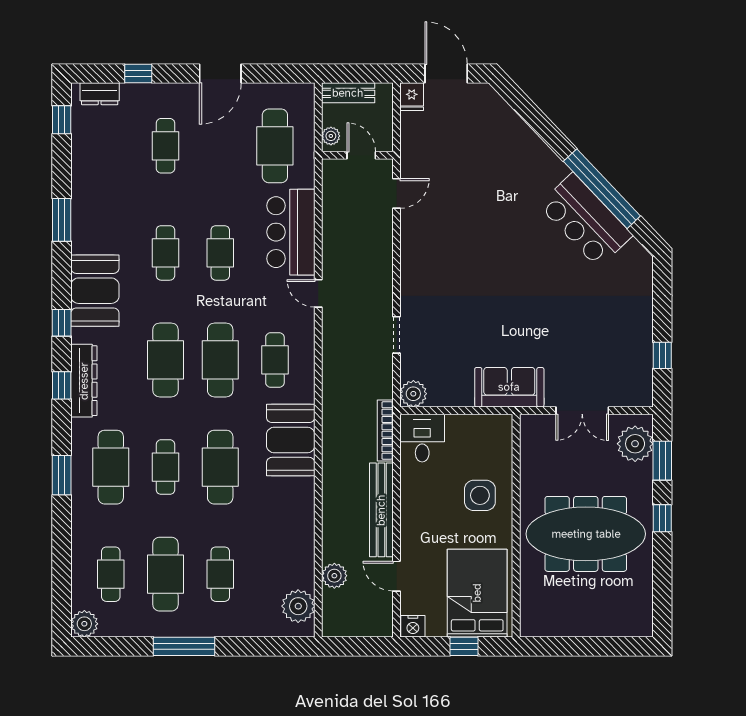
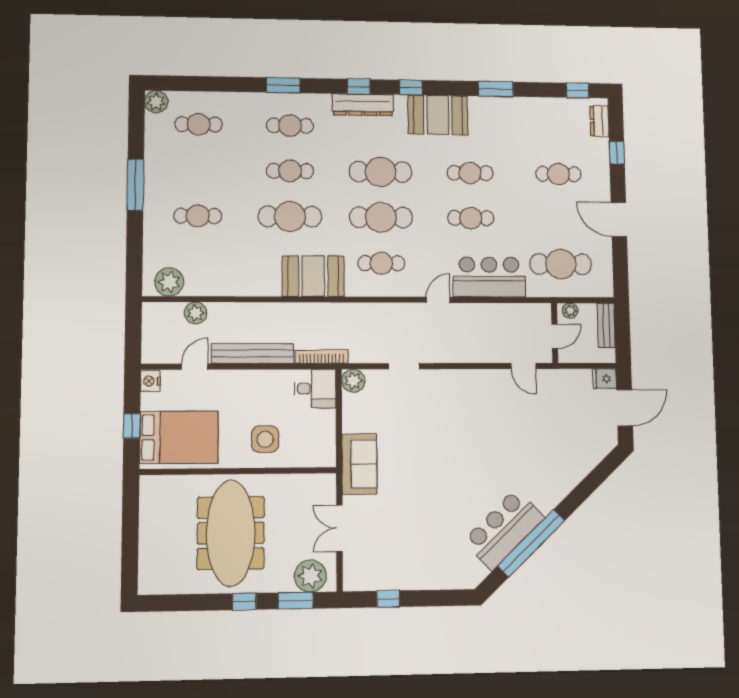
cafe table: (111, 467) -> (290, 126), width x0.73, depth x0.74
cafe table: (165, 574) -> (198, 170), removed

